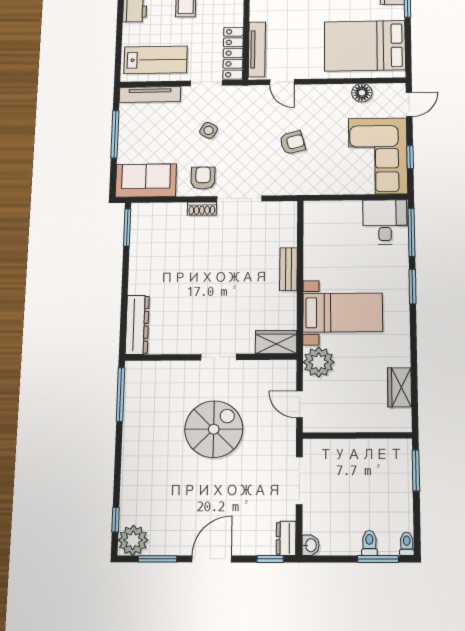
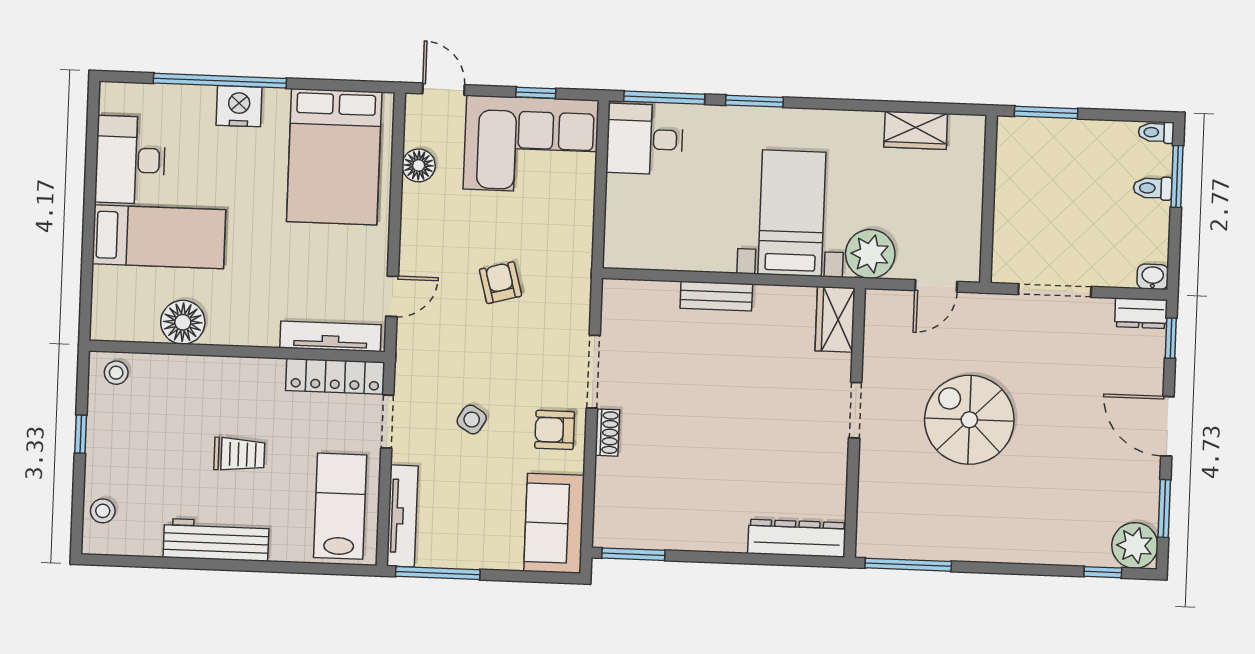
window: (115, 134) -> (438, 573), moved

